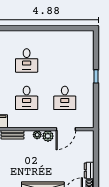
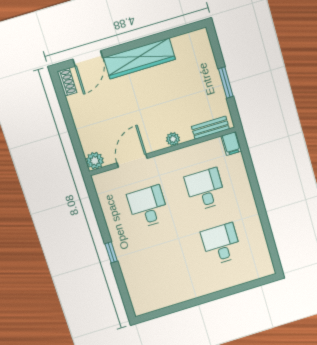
plant: (48, 136) -> (95, 161), moved
dresser: (89, 171) -> (77, 108), removed

